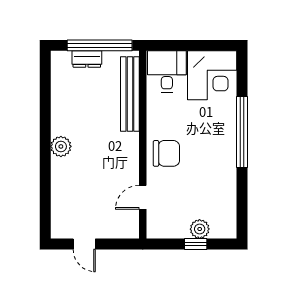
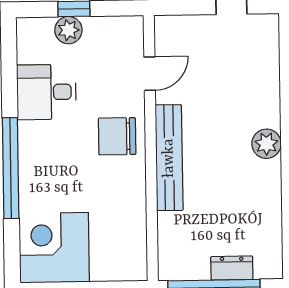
desk: (167, 71) -> (46, 92), moved, turned 90
bench: (130, 94) -> (169, 158), moved

